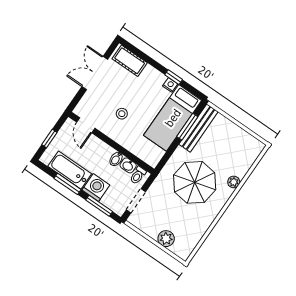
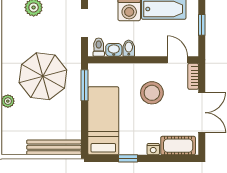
nightstand: (170, 85) -> (153, 149), moved
bookcase: (82, 105) -> (193, 76), added
stool: (122, 114) -> (152, 93), width x1.89, depth x1.89
window: (187, 127) -> (85, 85), moved
bench: (198, 128) -> (54, 147), moved, turned 90

